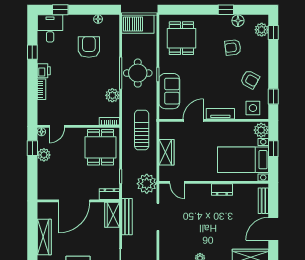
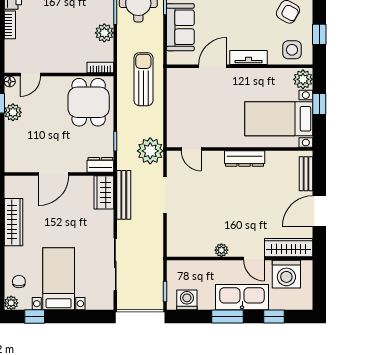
wardrobe: (166, 152) -> (177, 109), removed
dresser: (222, 189) -> (245, 159), width x1.44
door: (74, 201) -> (53, 174), width x0.73

